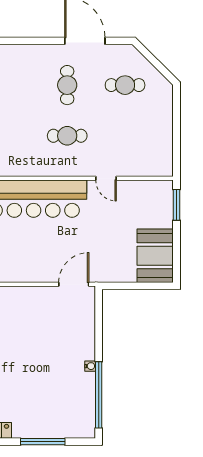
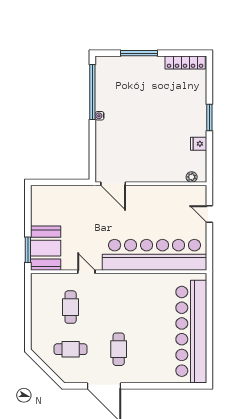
cafe table: (67, 136) -> (71, 307), moved, turned 90
booth: (155, 256) -> (46, 248), moved
door: (74, 284) -> (113, 184), hinge flipped

